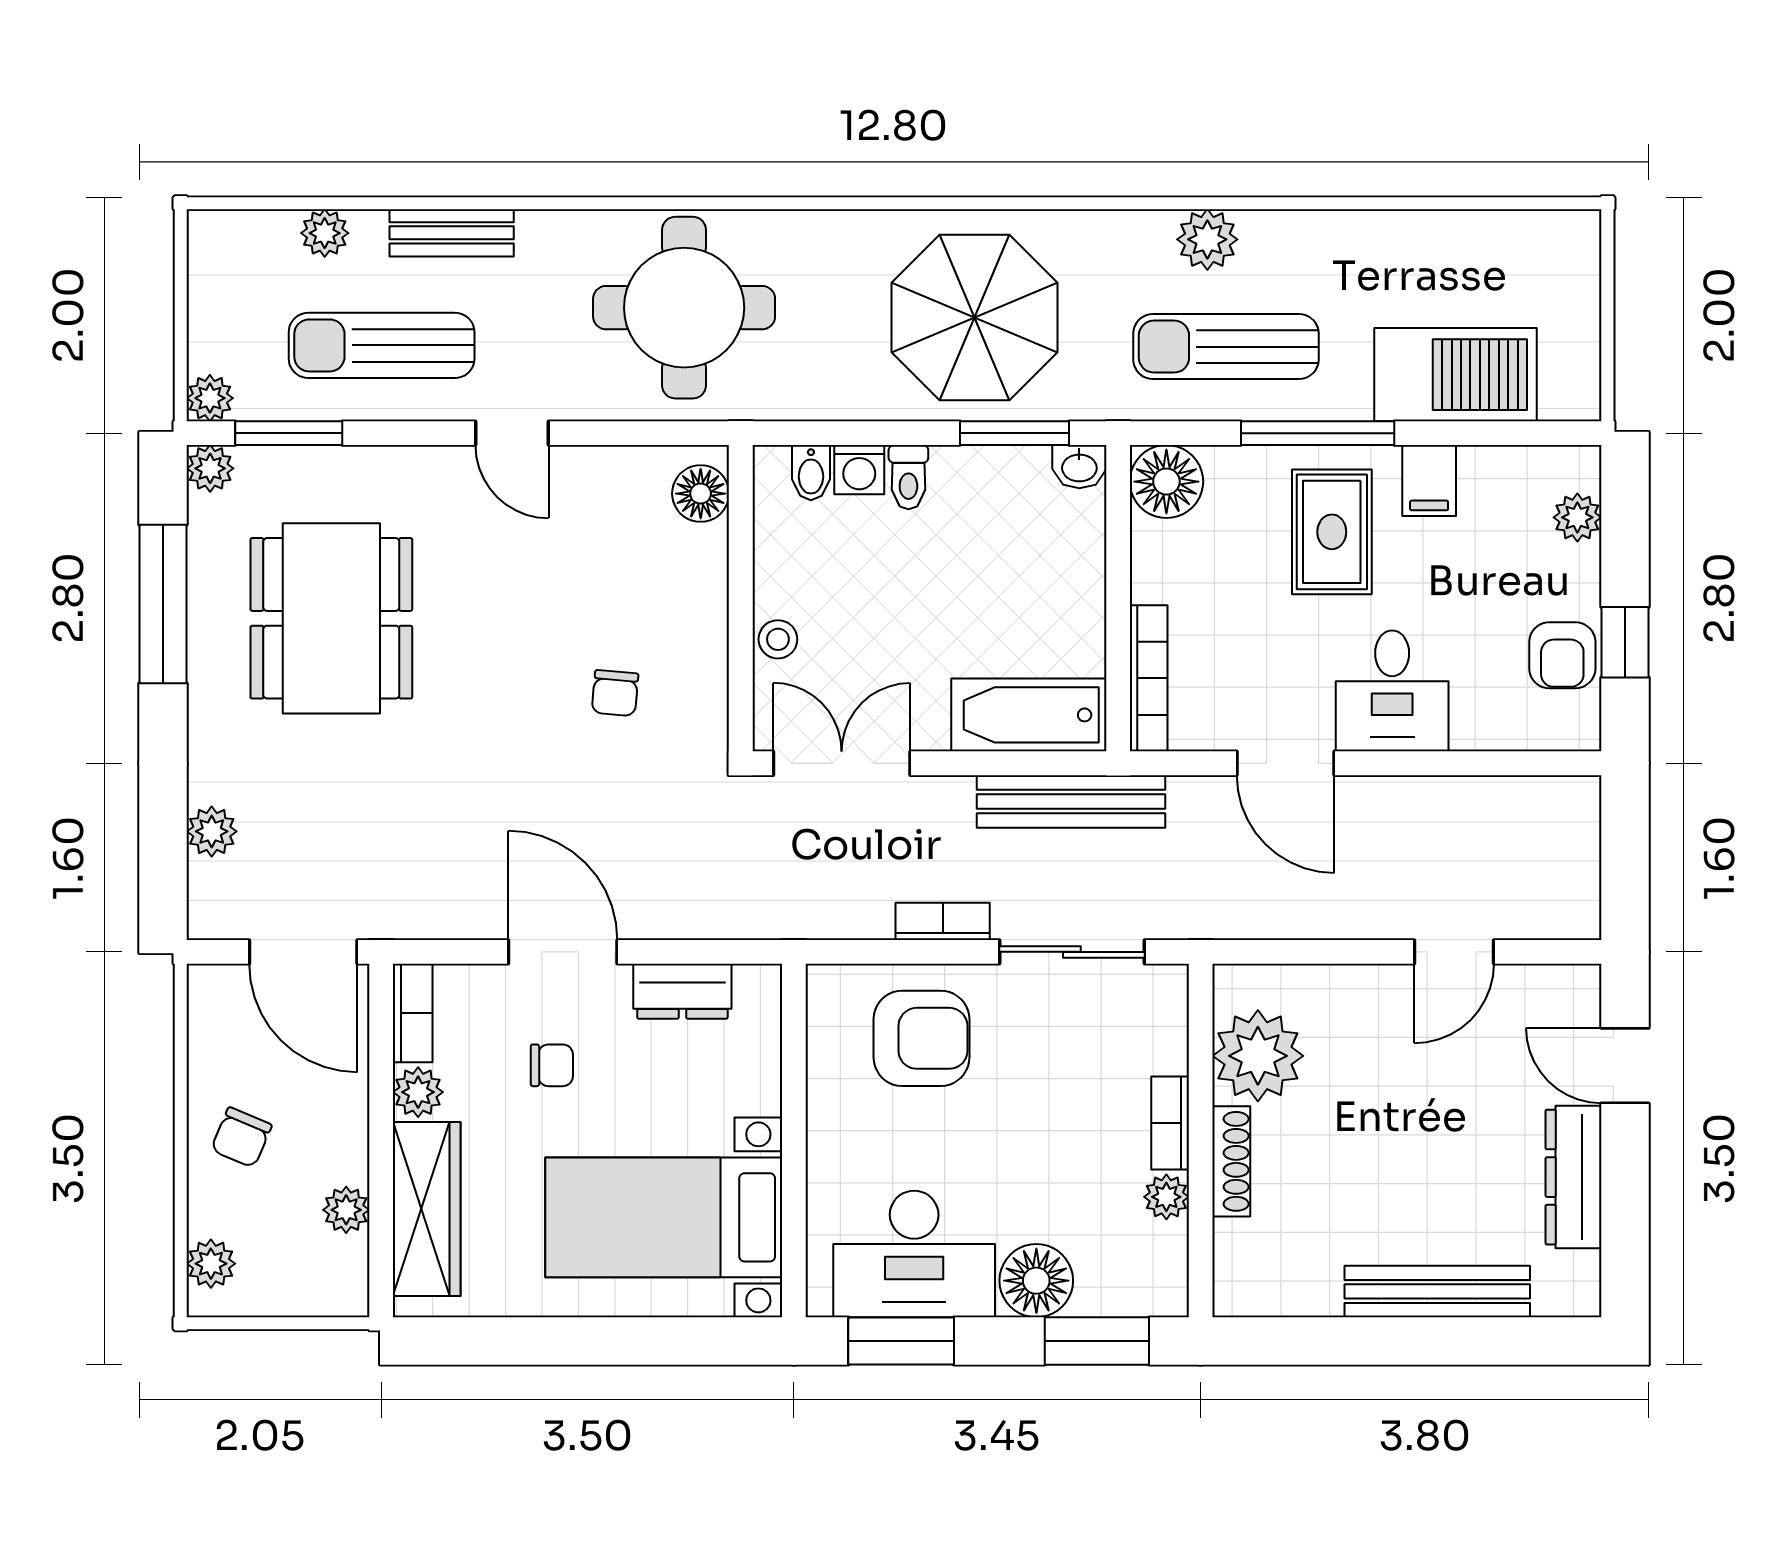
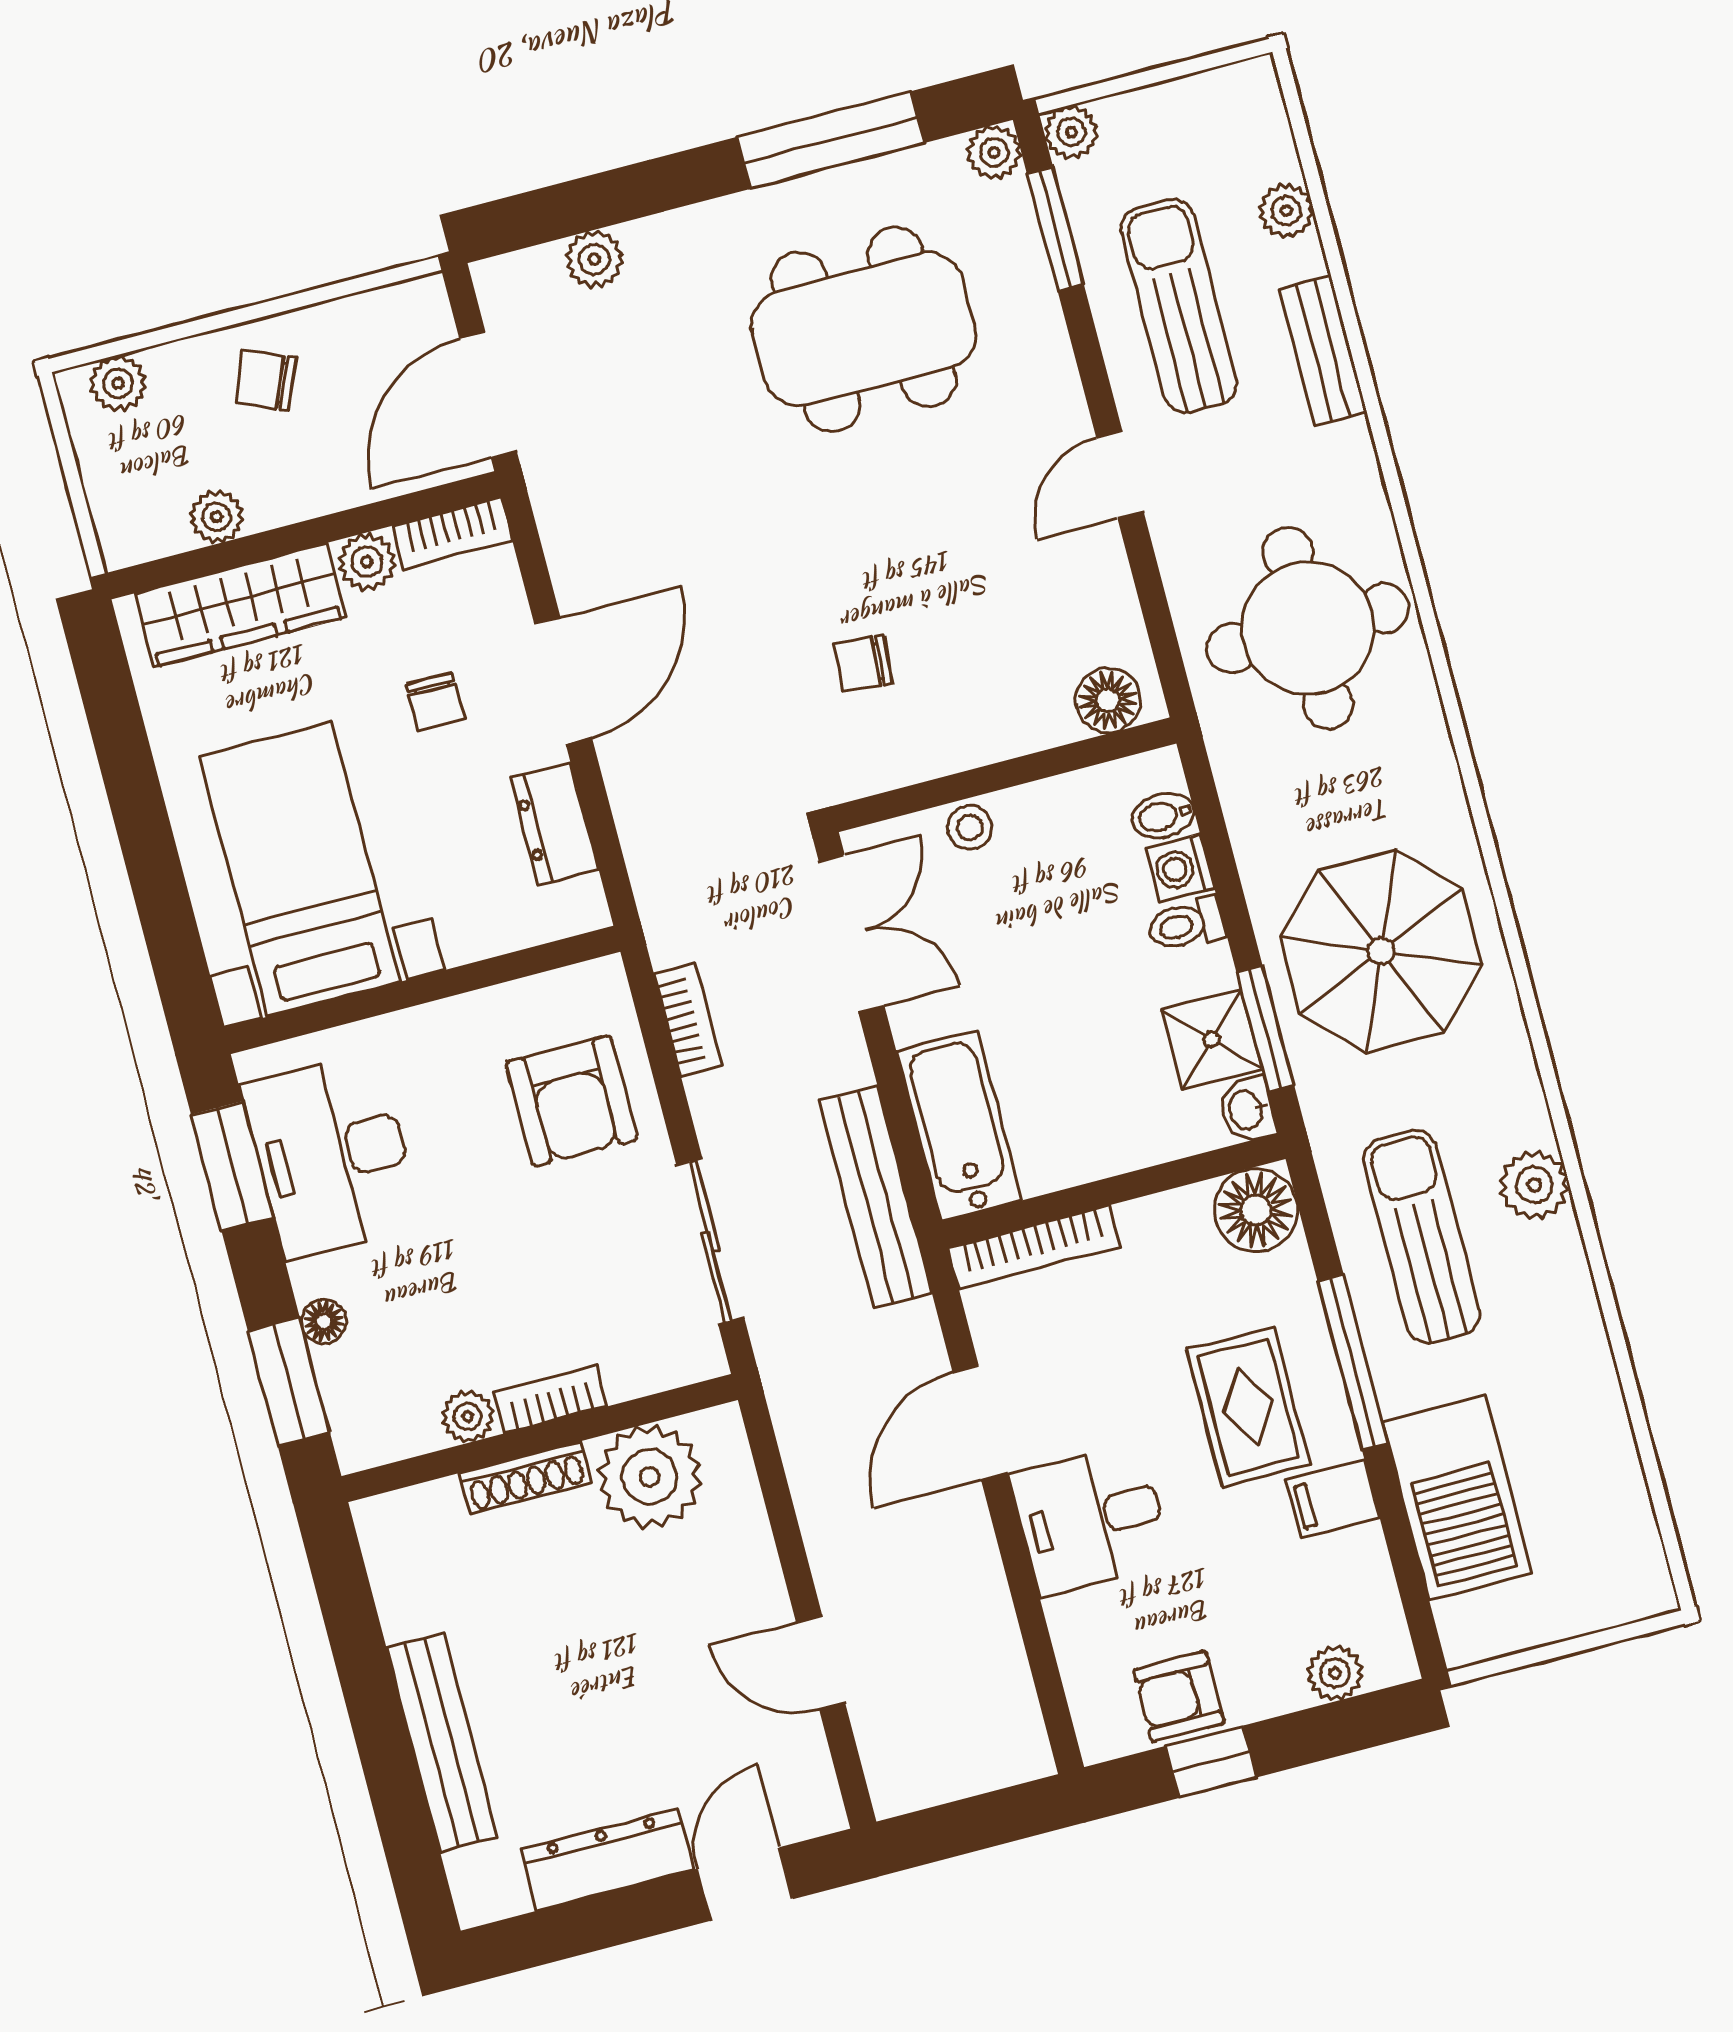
shower: (1012, 481) -> (1211, 1039), added
rug: (1332, 532) -> (1248, 1407), turned 90
bookcase: (943, 921) -> (688, 1020), moved
floor lamp: (1036, 1281) -> (324, 1321), width x0.53, depth x0.53

